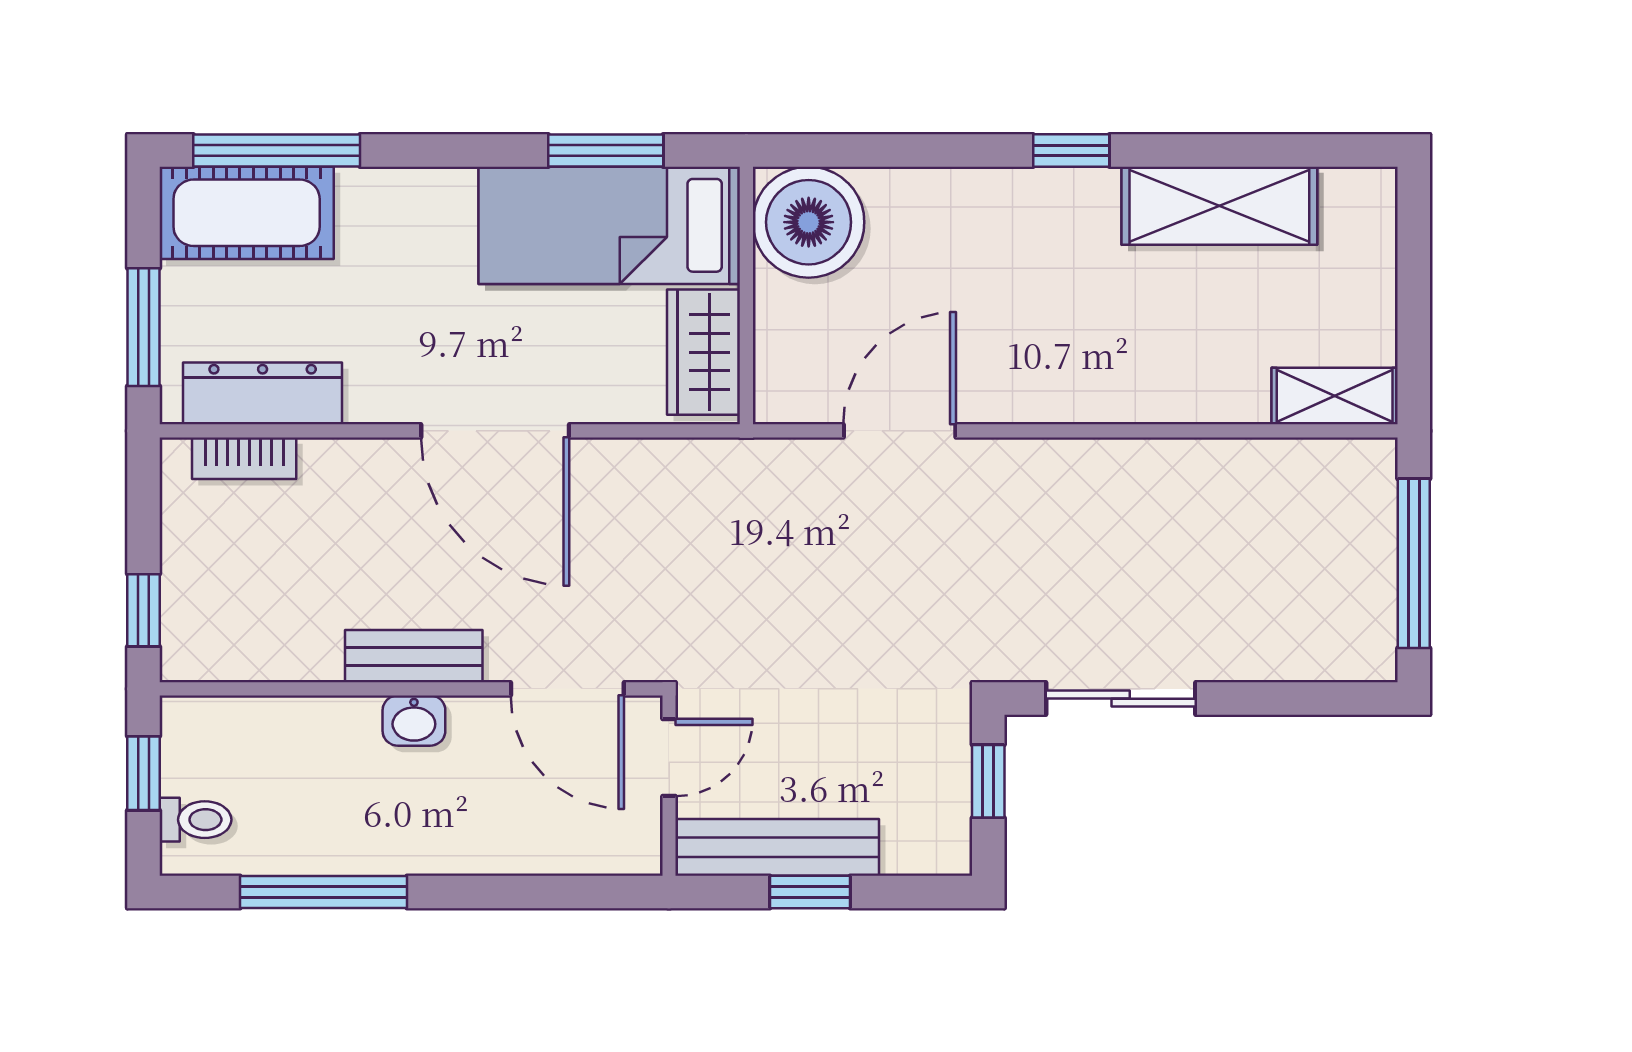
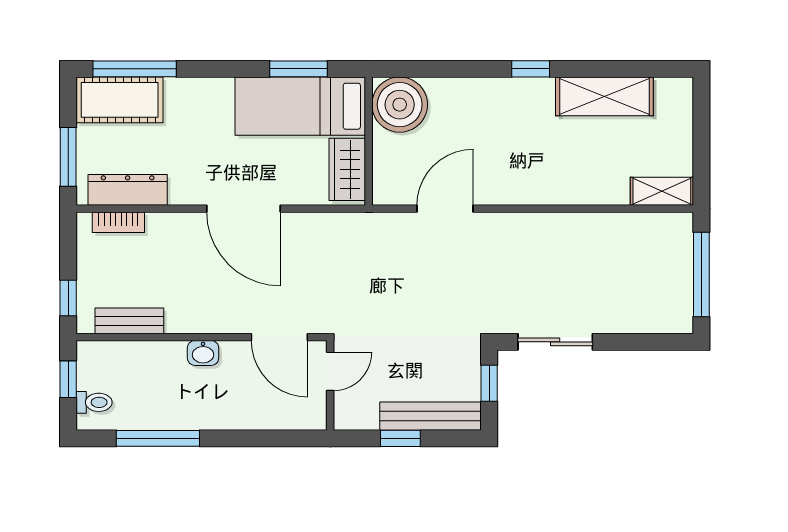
bench: (414, 656) -> (129, 321), moved
bench: (777, 847) -> (430, 416), moved

